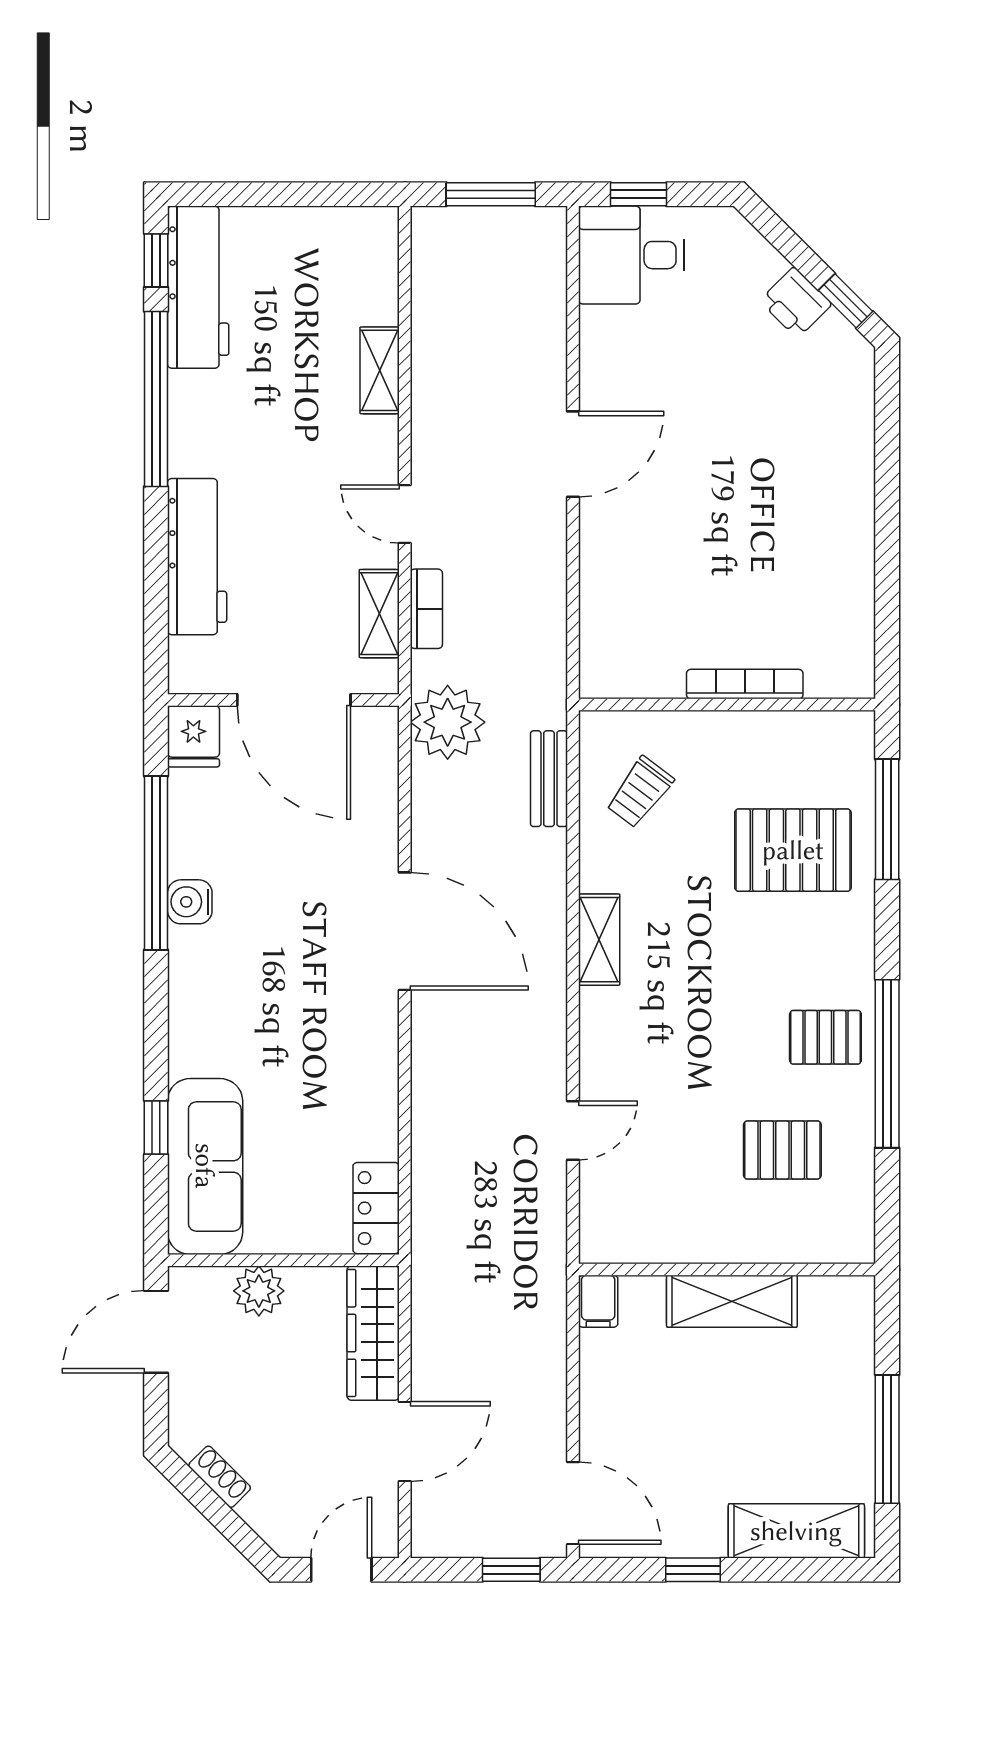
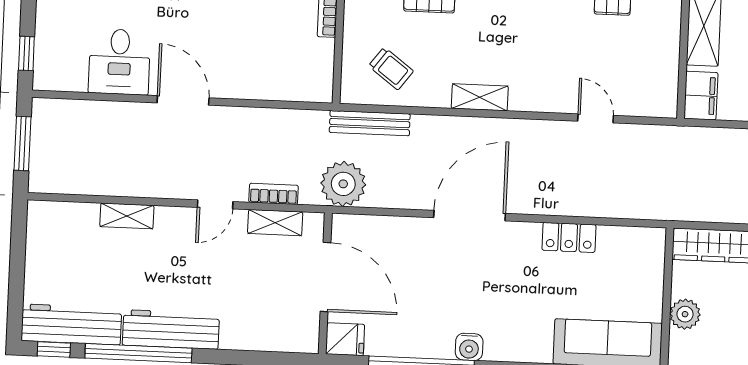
desk: (631, 255) -> (119, 62), moved
workbench: (197, 557) -> (171, 329), moved
door: (294, 700) -> (326, 277), hinge flipped
bench: (549, 779) -> (370, 123), width x1.36
water cooler: (190, 902) -> (469, 347), moved
locker: (376, 1208) -> (569, 237), moved
filing cabinet: (598, 1301) -> (701, 96), width x2.00

